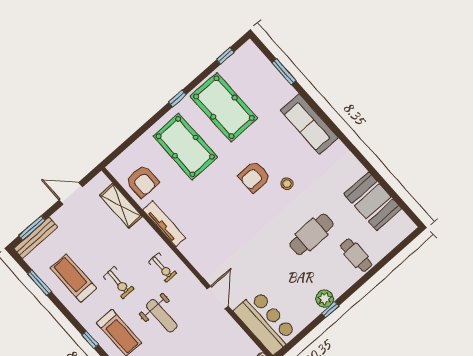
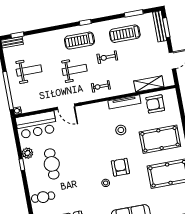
stool: (204, 206) -> (121, 130), added
cafe table: (311, 234) -> (52, 164), moved
treadmill: (73, 278) -> (125, 34), turned 180
plant: (325, 299) -> (27, 153), moved
weight bench: (162, 316) -> (75, 70), turned 180

